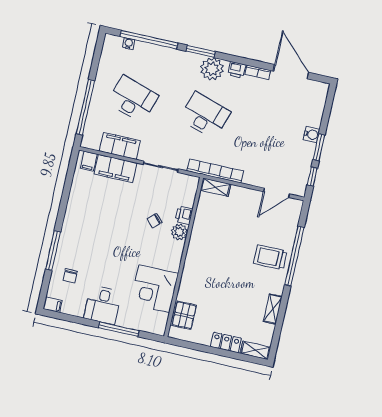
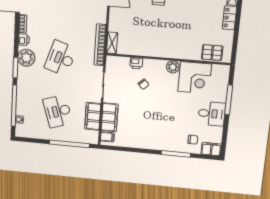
desk: (133, 99) -> (58, 111), turned -36
plant: (179, 232) -> (173, 67), moved
filing cabinet: (53, 305) -> (211, 149), width x2.00

